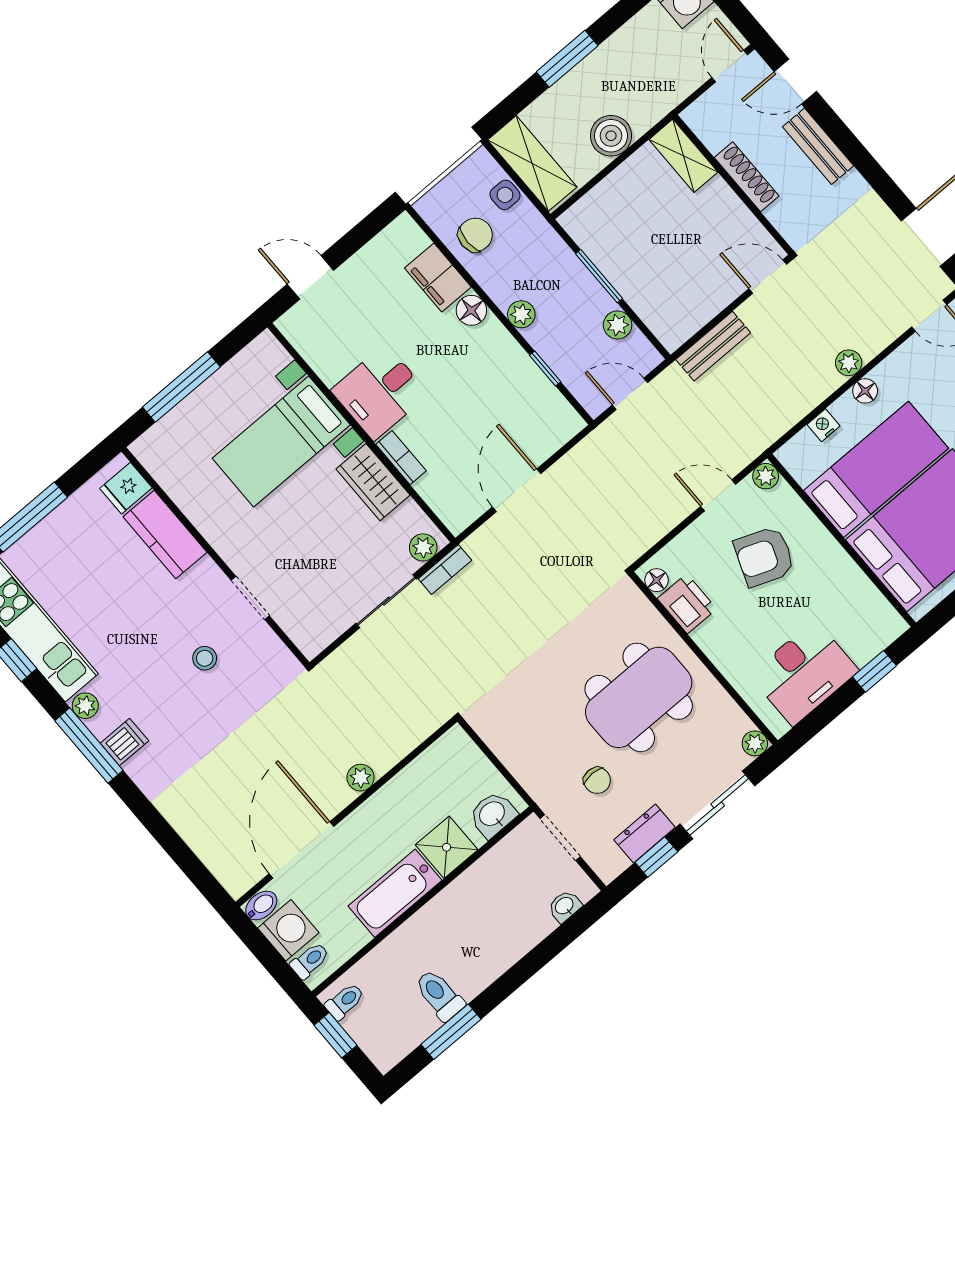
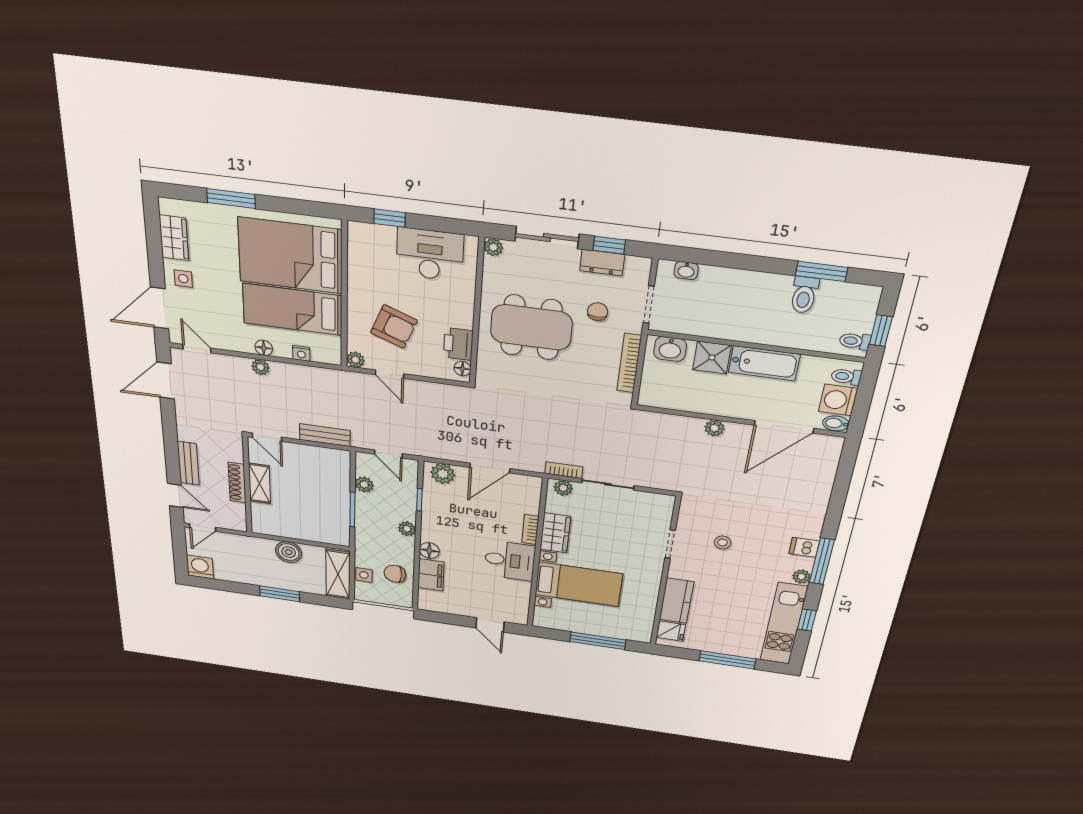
shelving: (683, 156) -> (259, 483), moved
plant: (554, 430) -> (443, 474), added
bookcase: (513, 759) -> (629, 363), added

